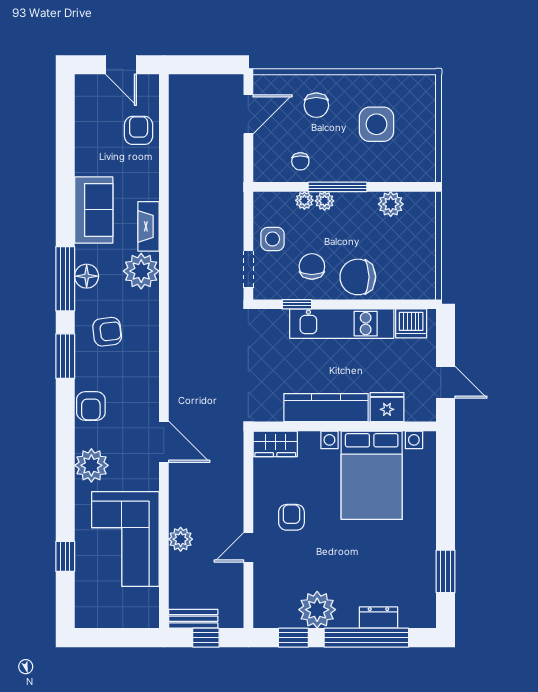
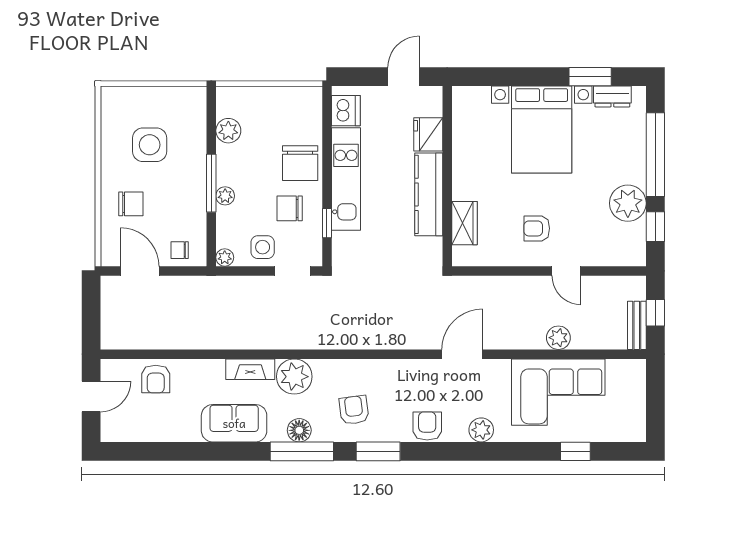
armchair: (139, 130) -> (156, 379), turned -90
chair: (300, 161) -> (180, 250), moved, turned 180
plant: (304, 200) -> (225, 257), moved
armchair: (91, 406) -> (427, 426), turned -90
wardrobe: (275, 444) -> (464, 223), moved
plant: (91, 465) -> (481, 430), width x0.73, depth x0.73
bed with nightstands: (372, 475) -> (542, 129), moved, turned 90
dresser: (378, 618) -> (612, 96), moved, turned -90

